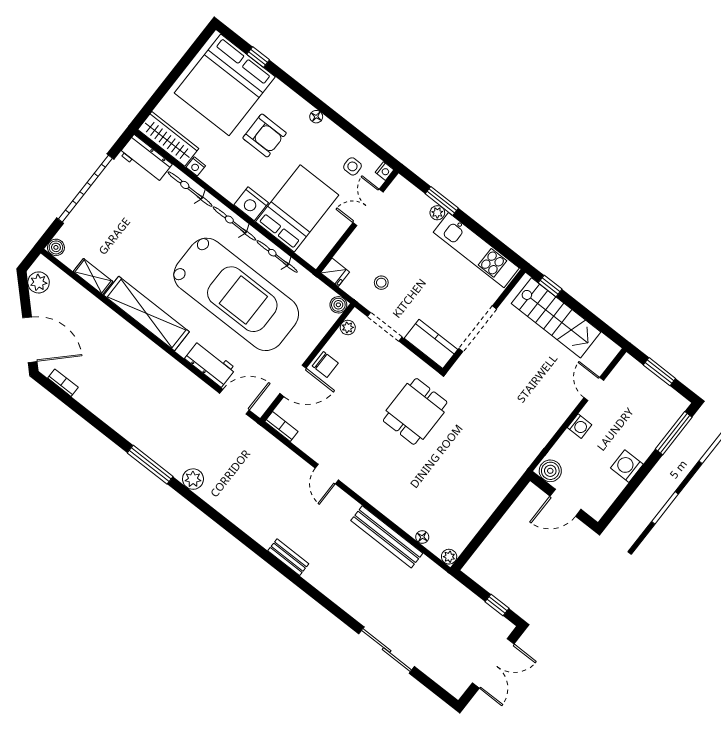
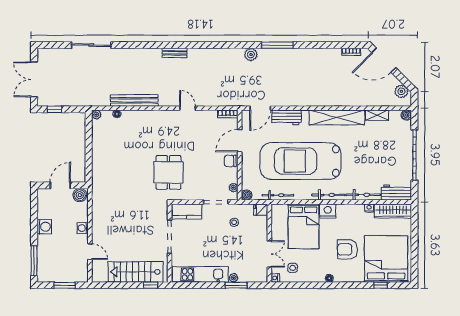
bicycle: (277, 256) -> (278, 195), moved

